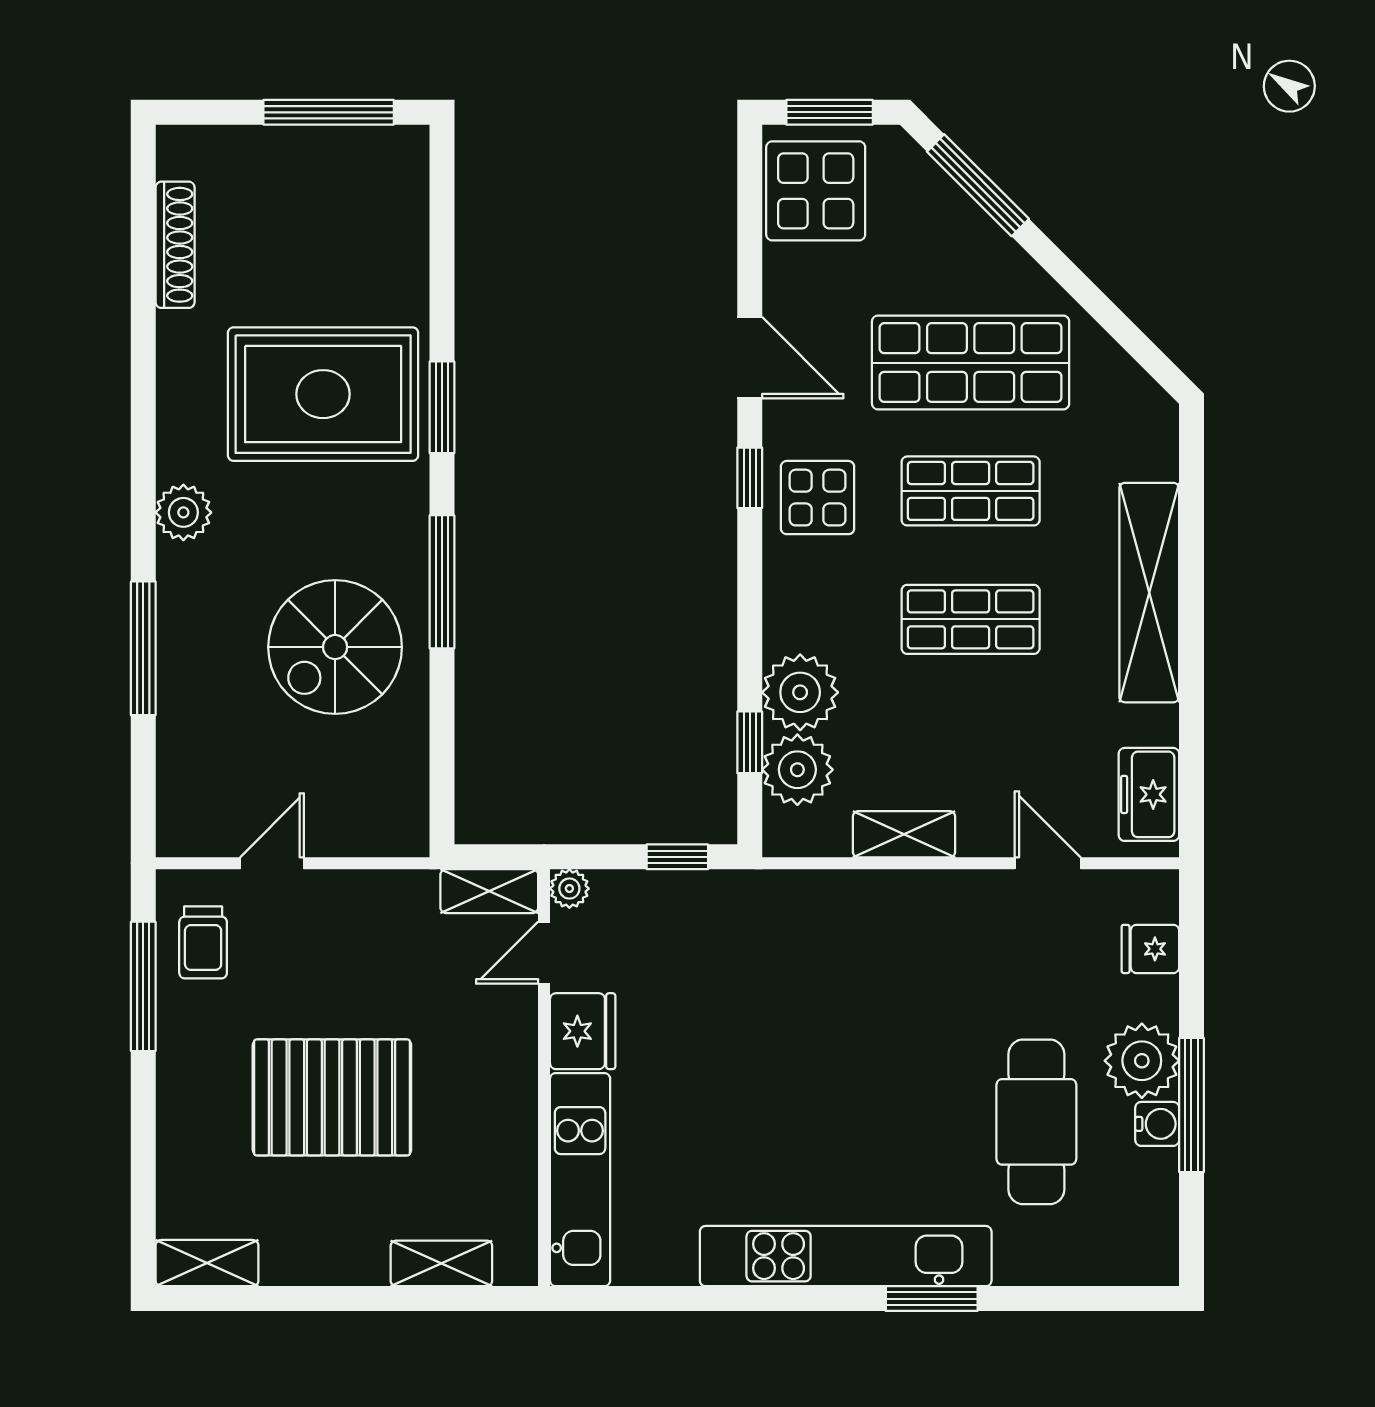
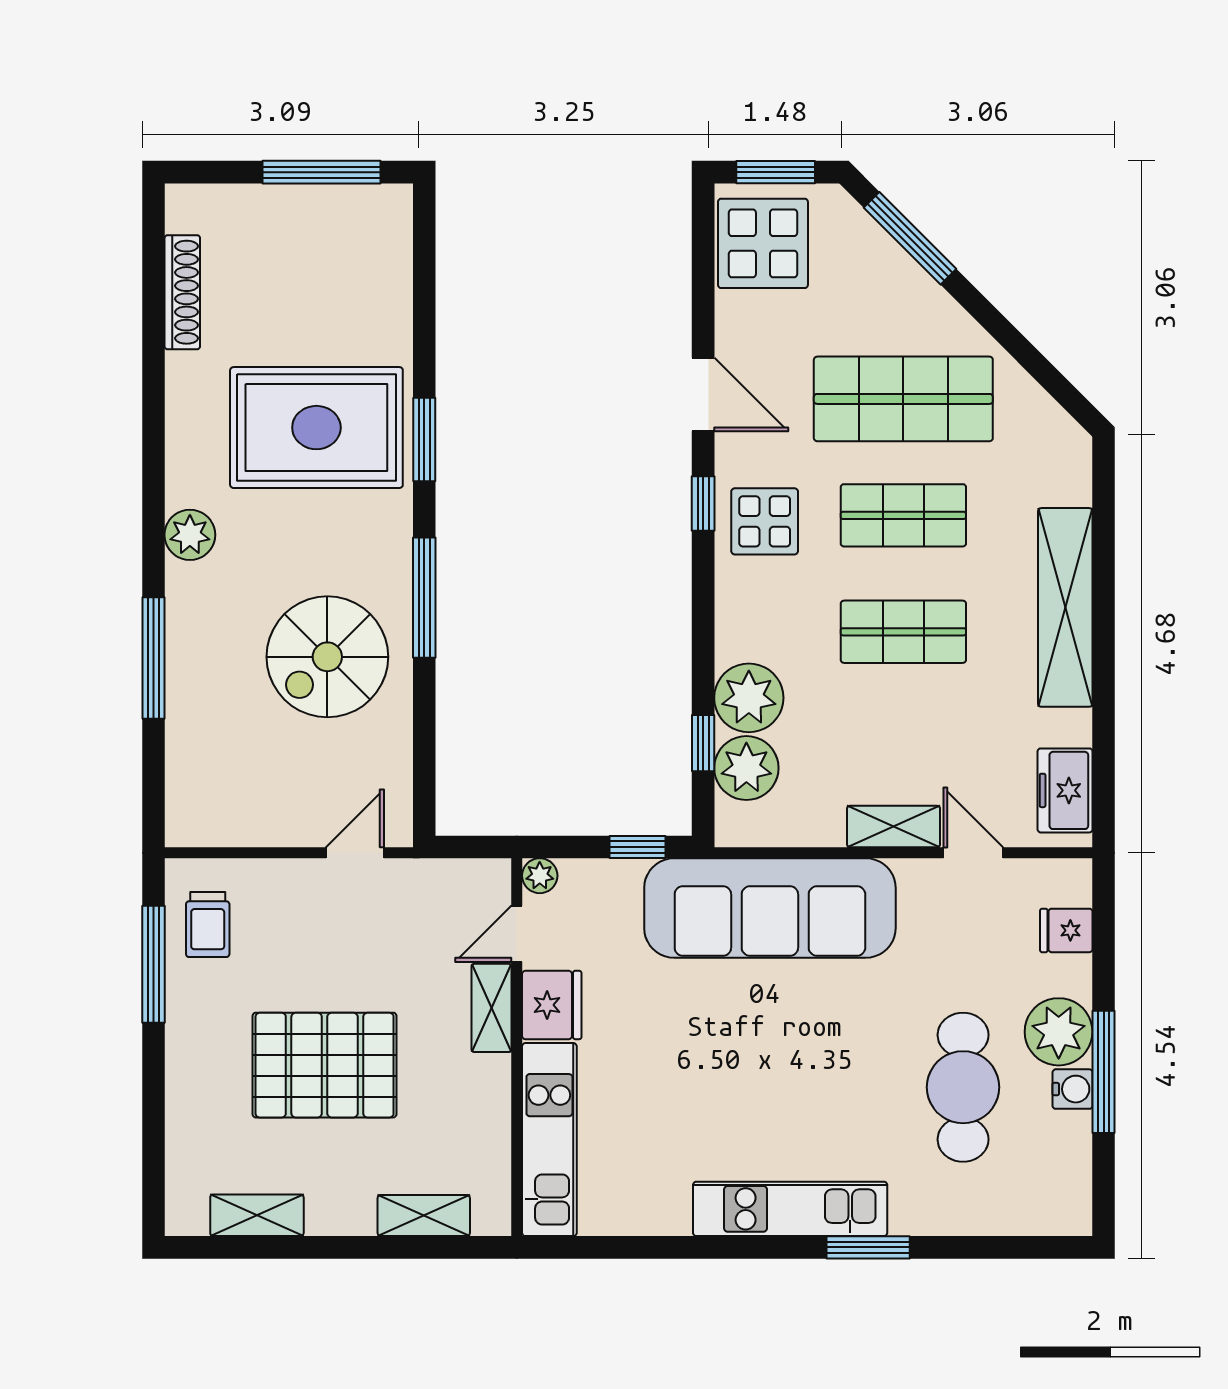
shelving: (904, 834) -> (894, 826), moved
door: (272, 863) -> (355, 853), moved
shelving: (489, 891) -> (491, 1008), moved, turned 90
sofa: (823, 924) -> (770, 908), added
kitchen unit: (846, 1256) -> (790, 1209), width x0.73
shelving: (207, 1263) -> (257, 1215), moved

